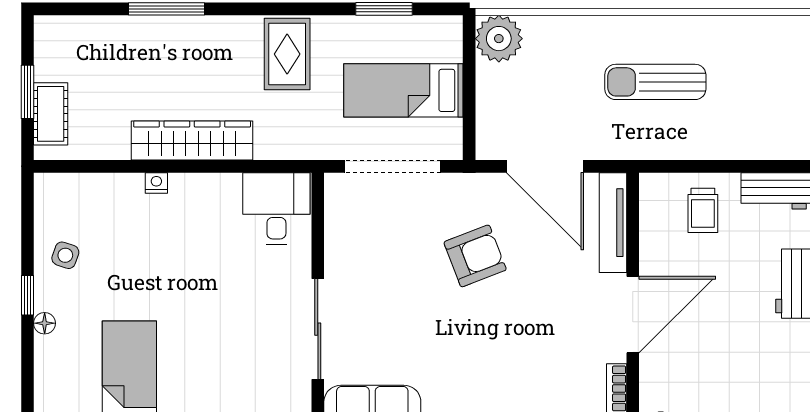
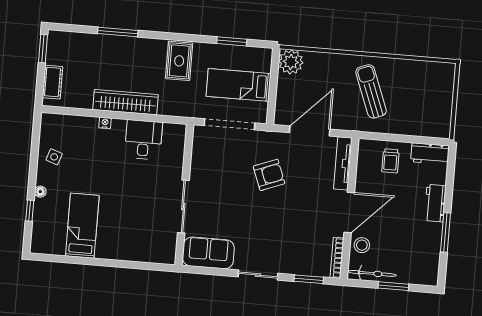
sun lounger: (655, 82) -> (371, 91), turned 69
window: (27, 92) -> (43, 49), moved
door: (545, 166) -> (310, 131), swing flipped
desk: (276, 209) -> (143, 140), moved
window: (27, 295) -> (30, 211), moved
stool: (662, 375) -> (362, 245), added

